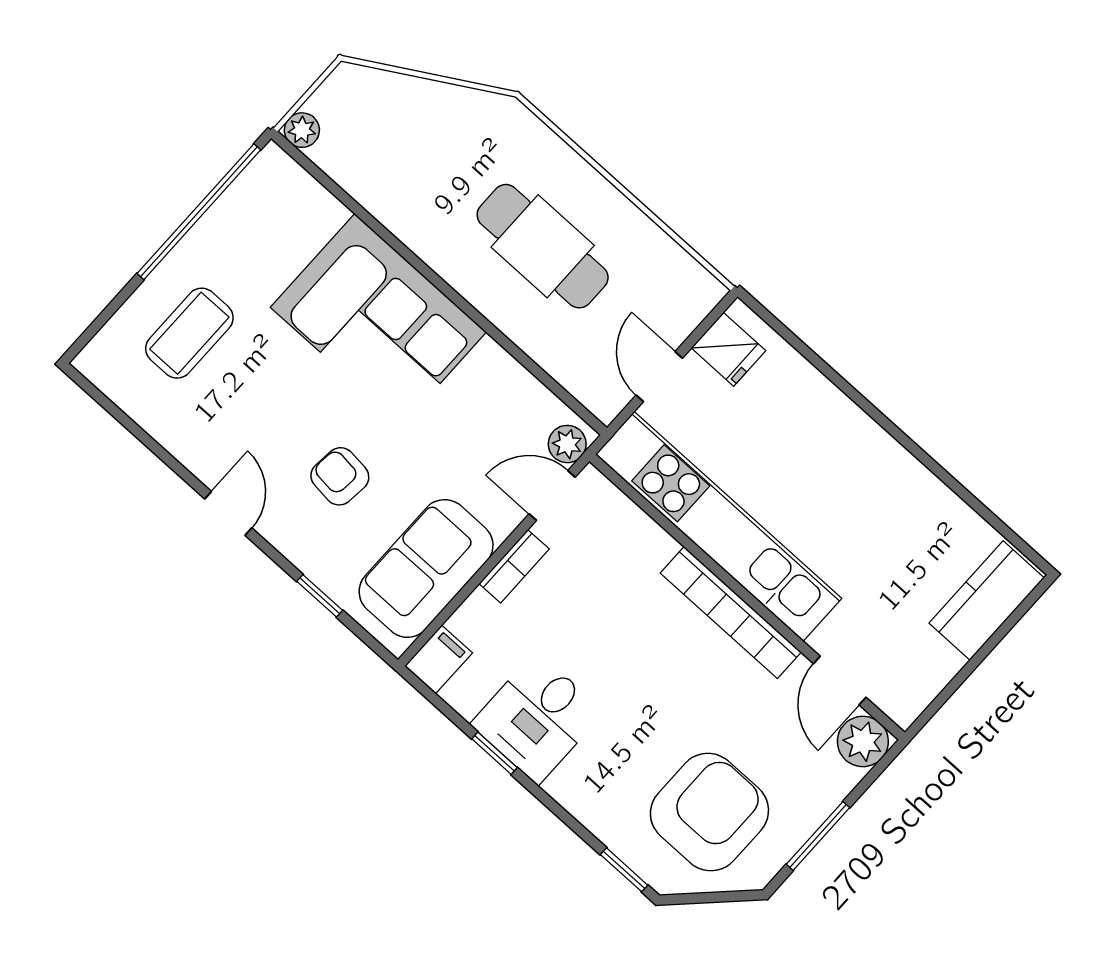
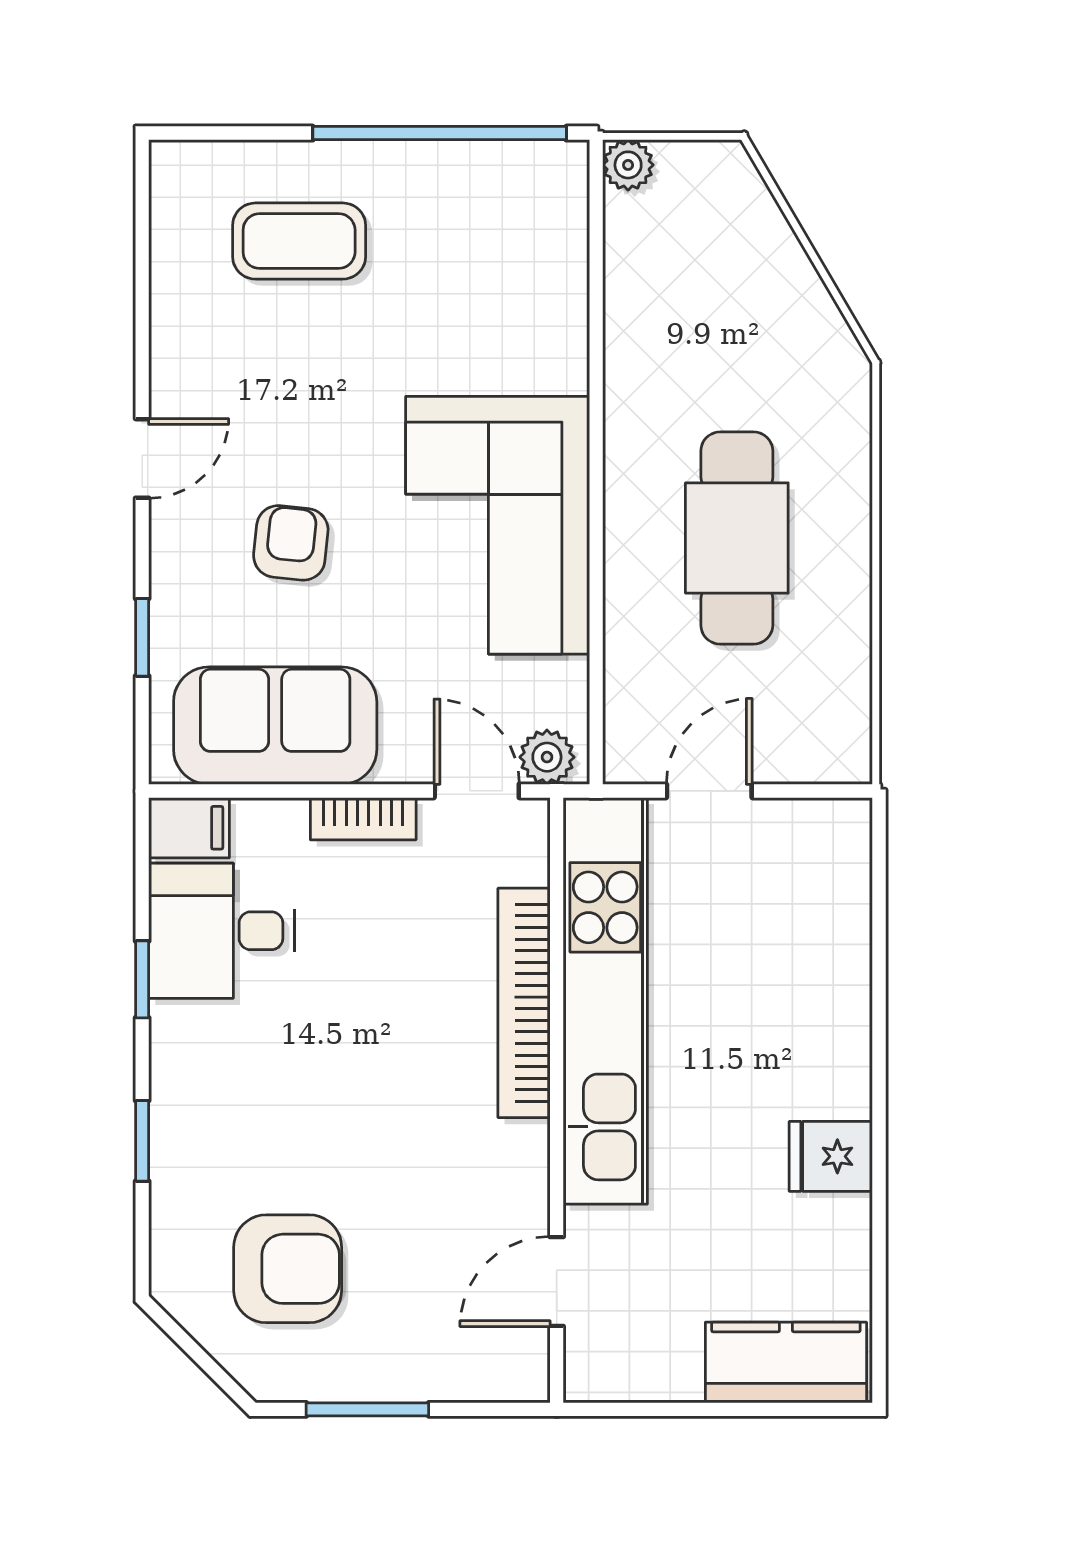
corner sofa: (378, 320) -> (498, 525), moved
fridge: (728, 349) -> (831, 1156), moved, turned 90
bookcase: (731, 613) -> (524, 1003), moved
desk: (537, 718) -> (222, 931), moved
plant: (863, 741) -> (513, 1366), removed
armchair: (709, 812) -> (288, 1269), width x0.73, depth x0.73
window: (624, 870) -> (142, 1141), moved

